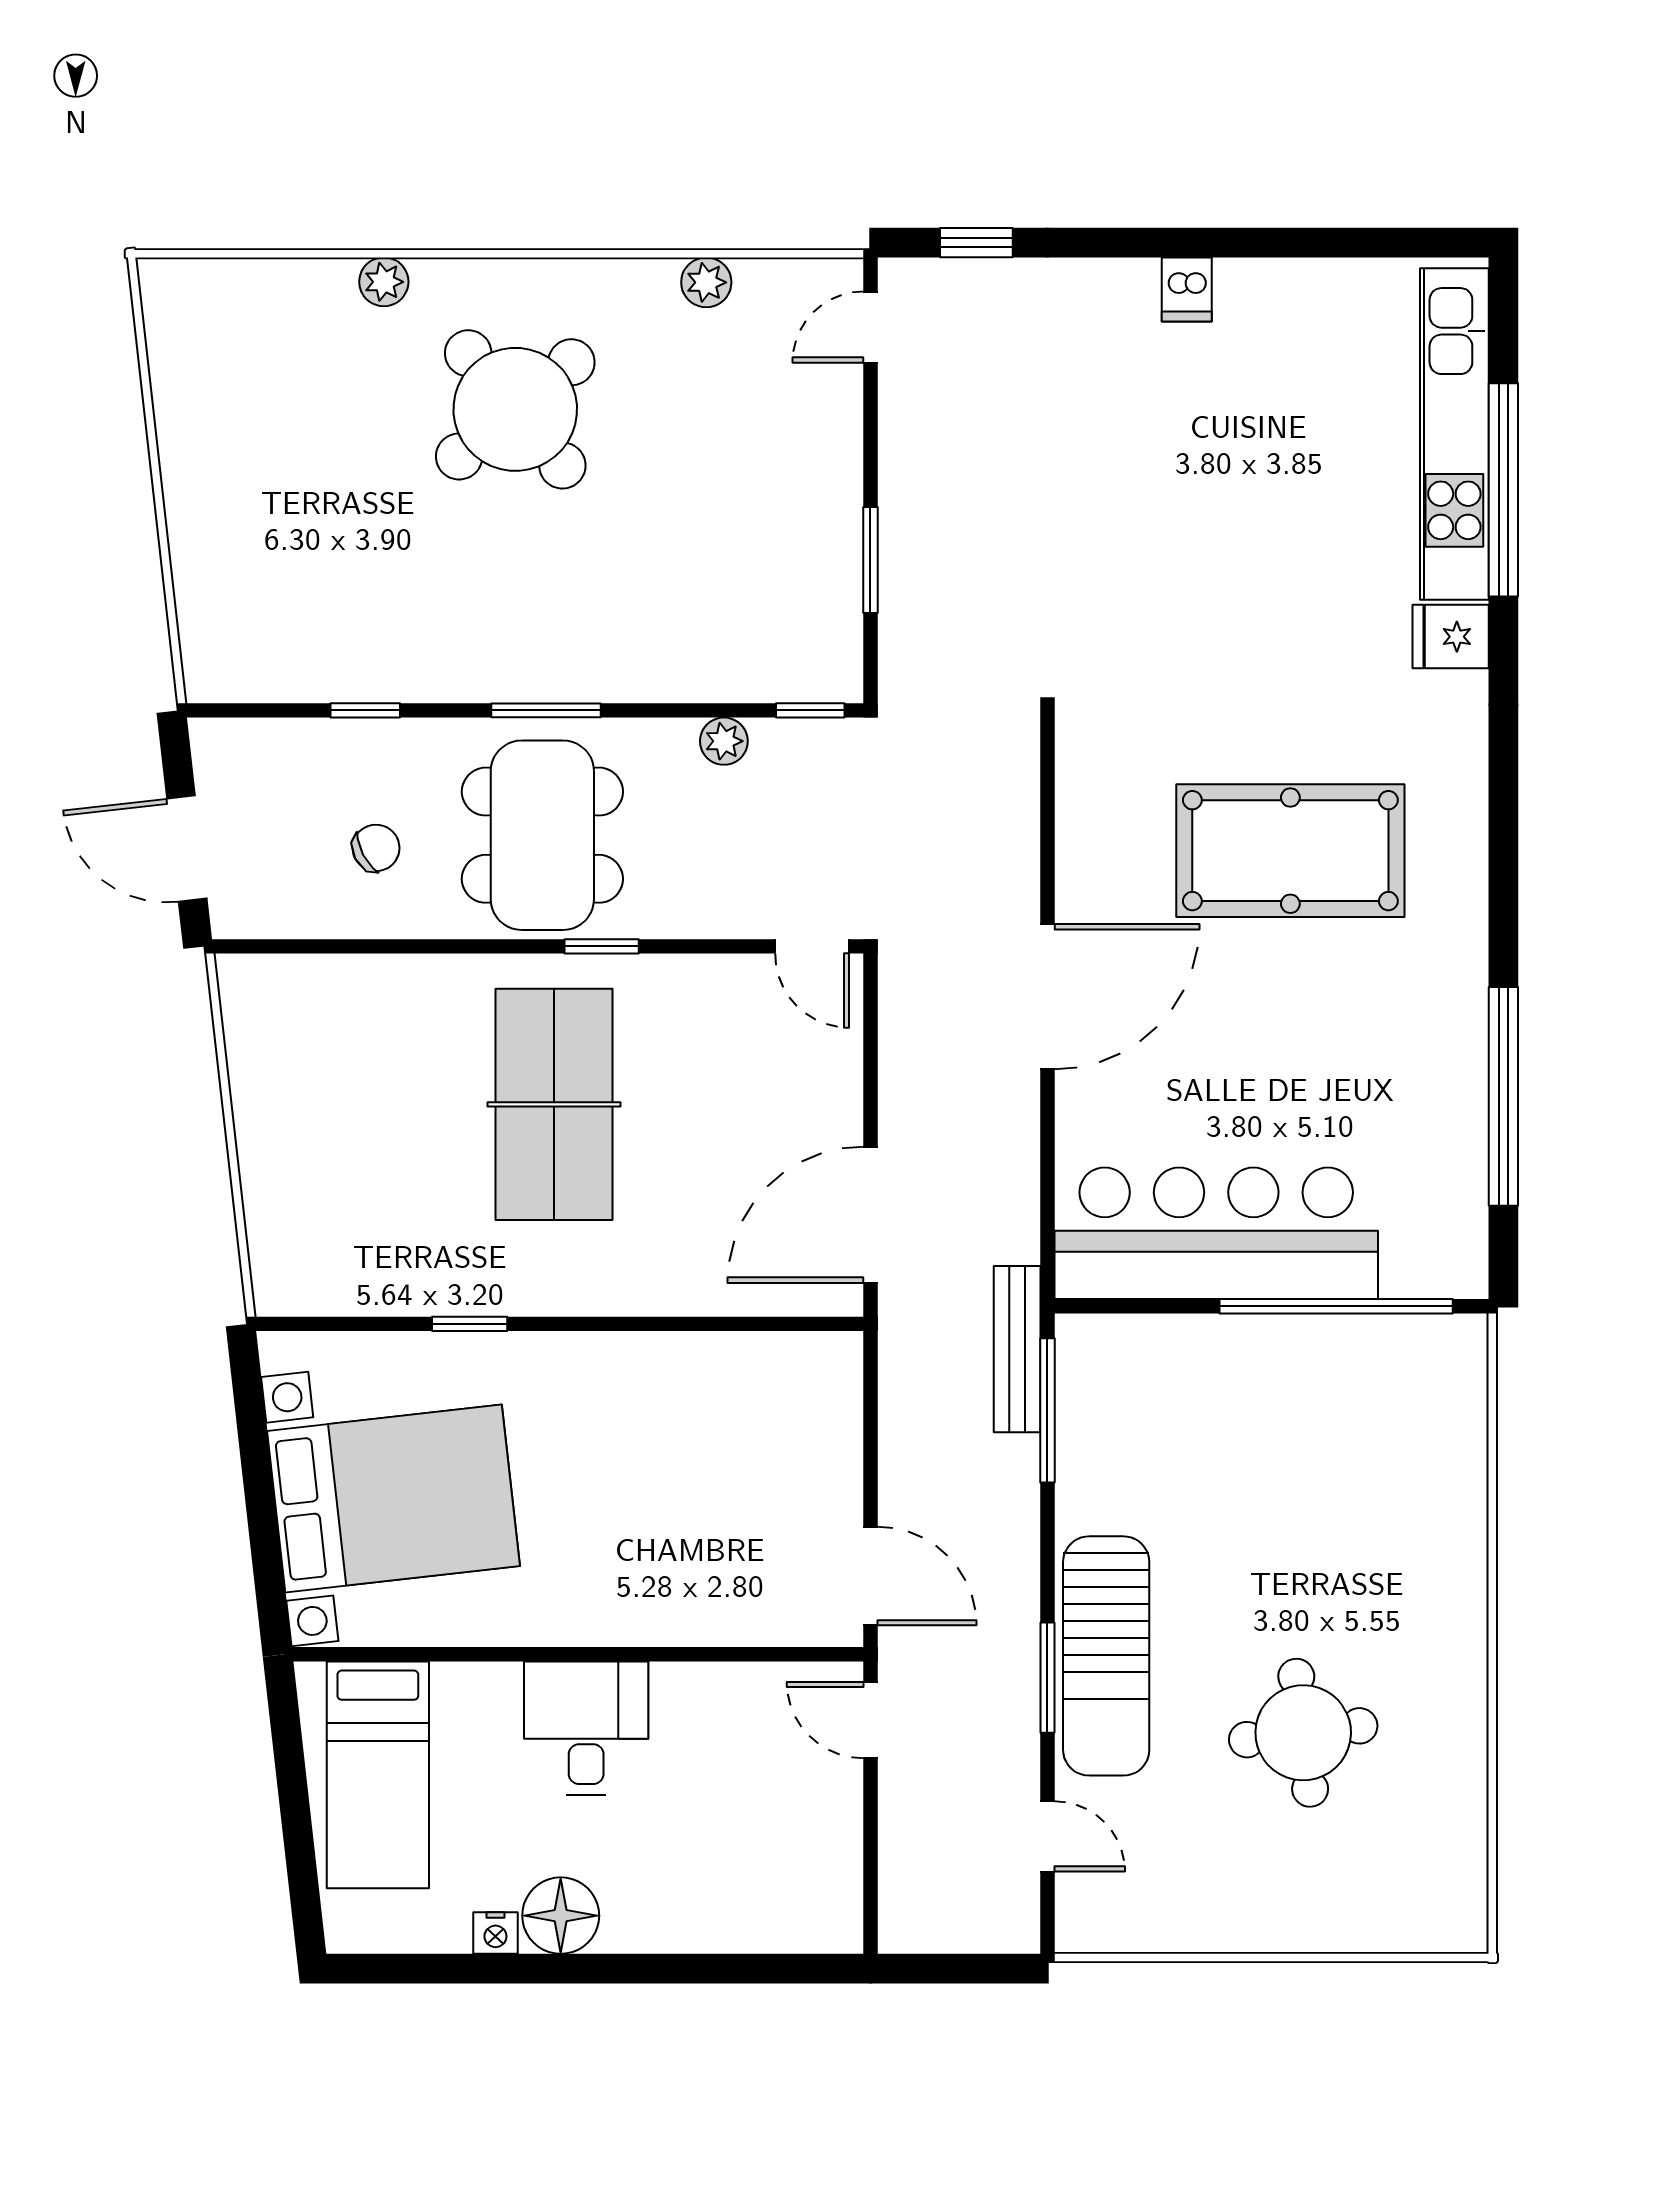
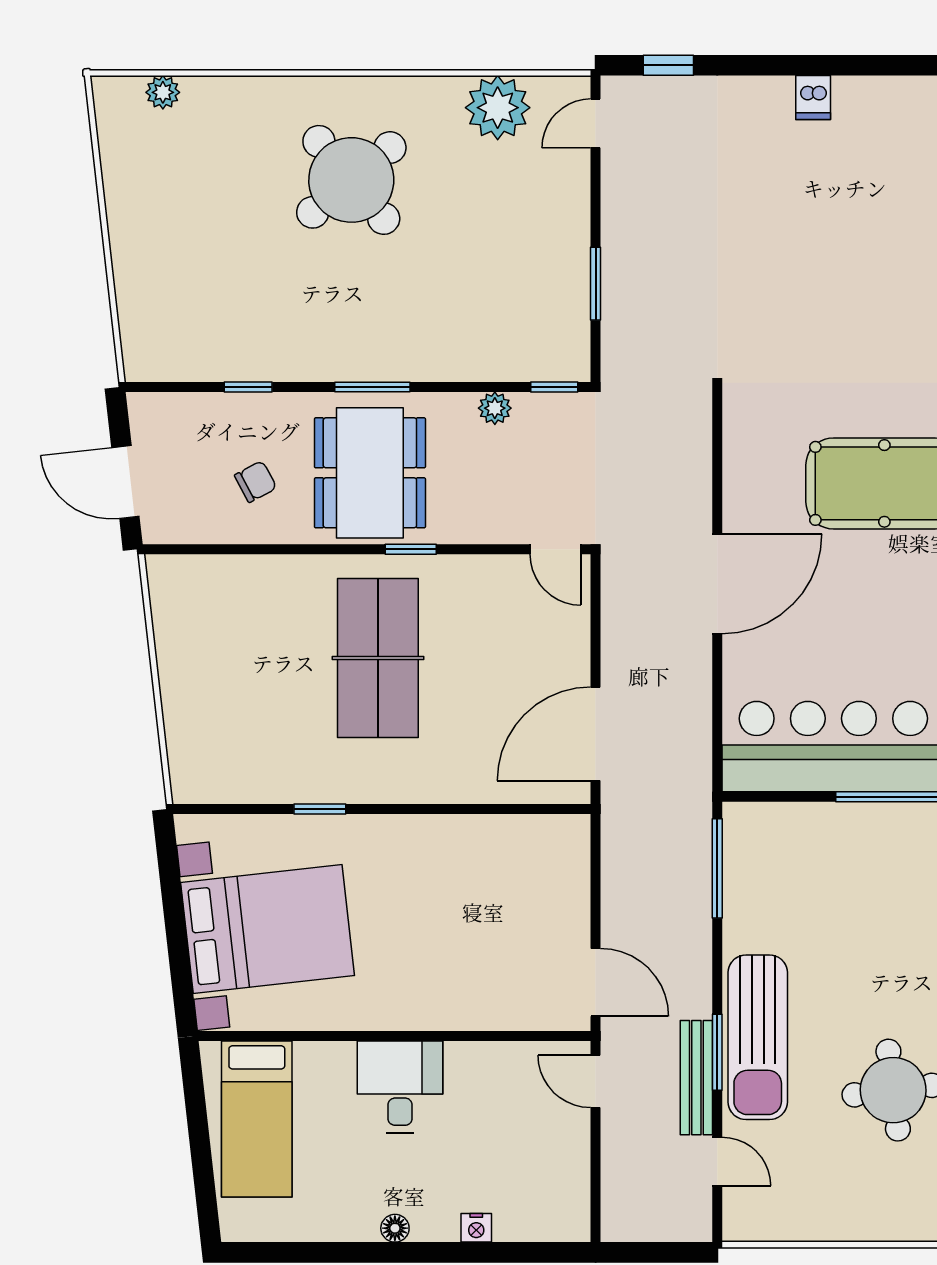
plant: (384, 282) -> (163, 92), moved
plant: (706, 282) -> (498, 108), width x1.88, depth x1.88
bench: (1017, 1349) -> (696, 1078), moved
floor lamp: (561, 1916) -> (395, 1228), width x0.53, depth x0.53
nightstand: (495, 1933) -> (476, 1228), moved

